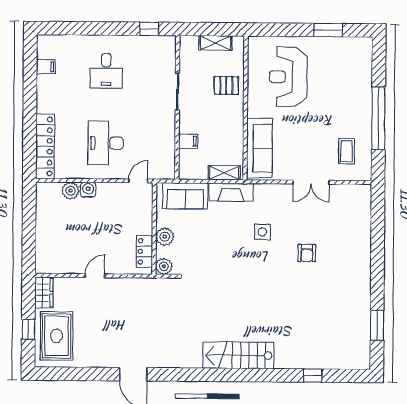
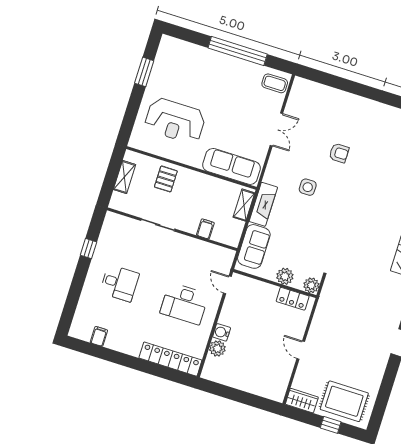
window: (149, 29) -> (88, 249), moved
coffee table: (347, 151) -> (275, 83), moved

